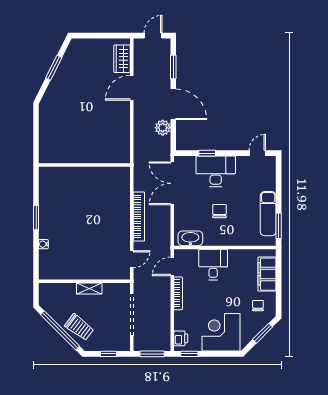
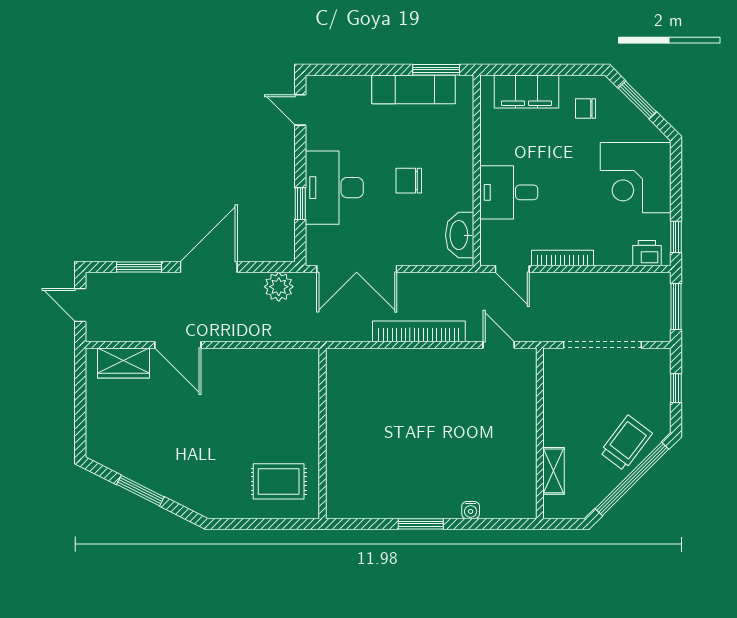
plant: (163, 128) -> (279, 287), moved
rug: (59, 142) -> (279, 481), added
shelving: (89, 288) -> (554, 471), moved

